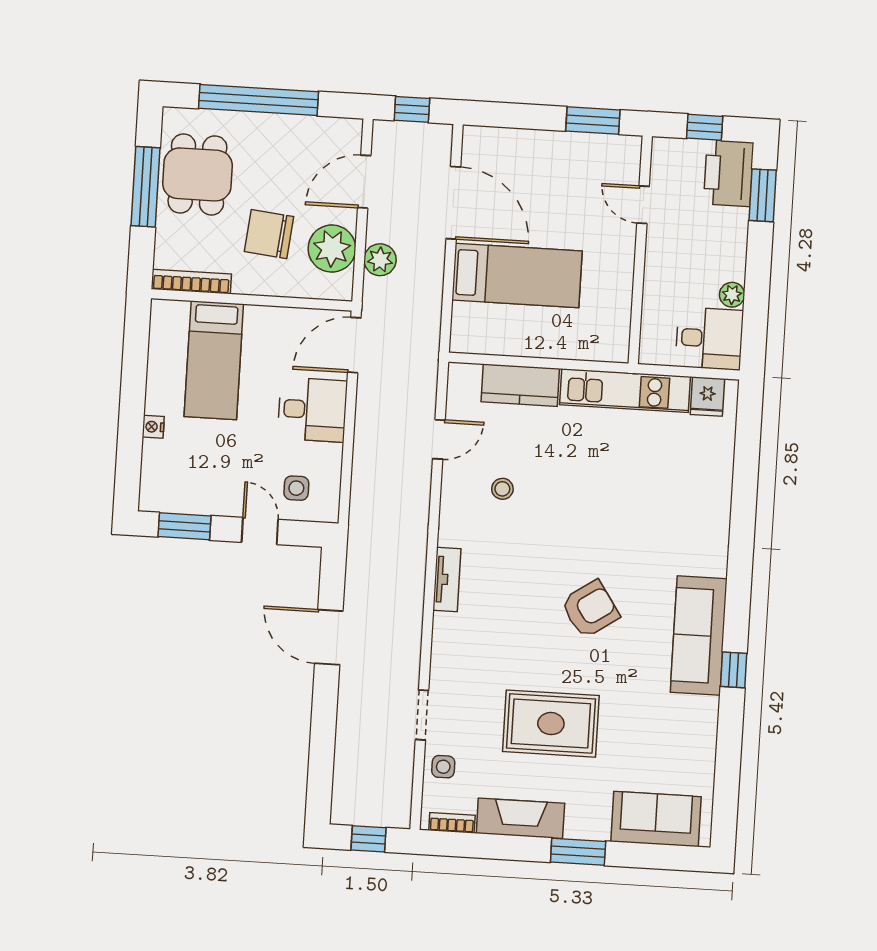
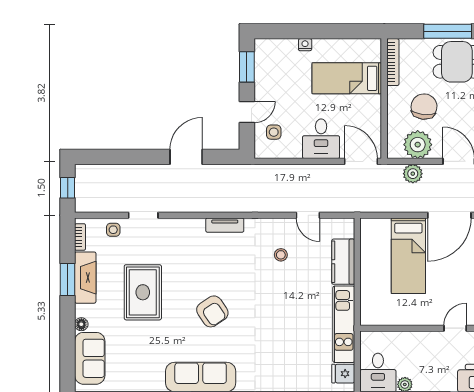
floor lamp: (598, 830) -> (81, 324), added
window: (578, 852) -> (68, 279), moved

